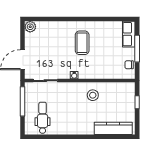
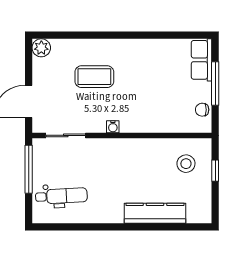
coffee table: (82, 43) -> (94, 77), moved, turned 90
stool: (93, 95) -> (186, 164), moved
dental chair: (43, 118) -> (61, 196), turned 87
kitchen counter: (113, 128) -> (155, 213), moved

